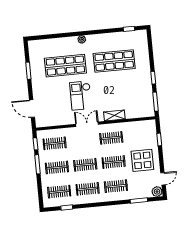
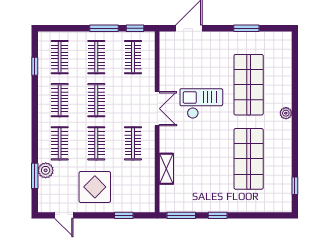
shelving: (114, 115) -> (166, 169), moved
plant: (157, 192) -> (46, 170), moved

